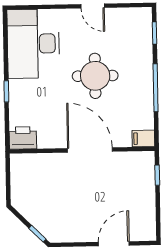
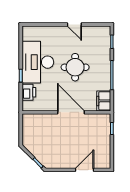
desk: (33, 44) -> (38, 62), moved
printer: (23, 138) -> (29, 92), moved, turned 90
filing cabinet: (143, 138) -> (104, 101), width x2.00

